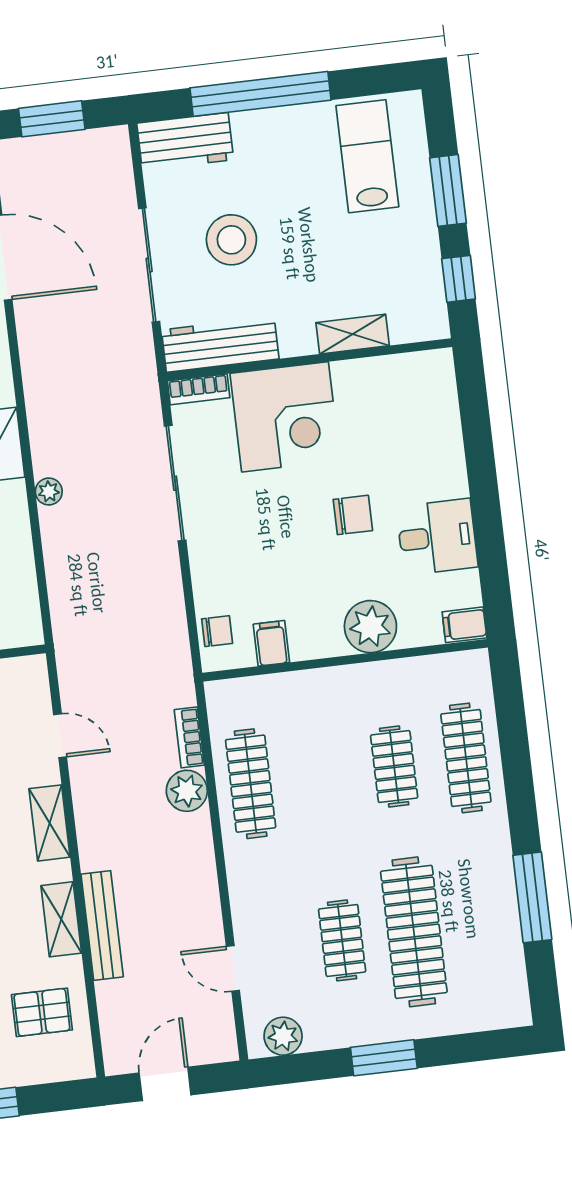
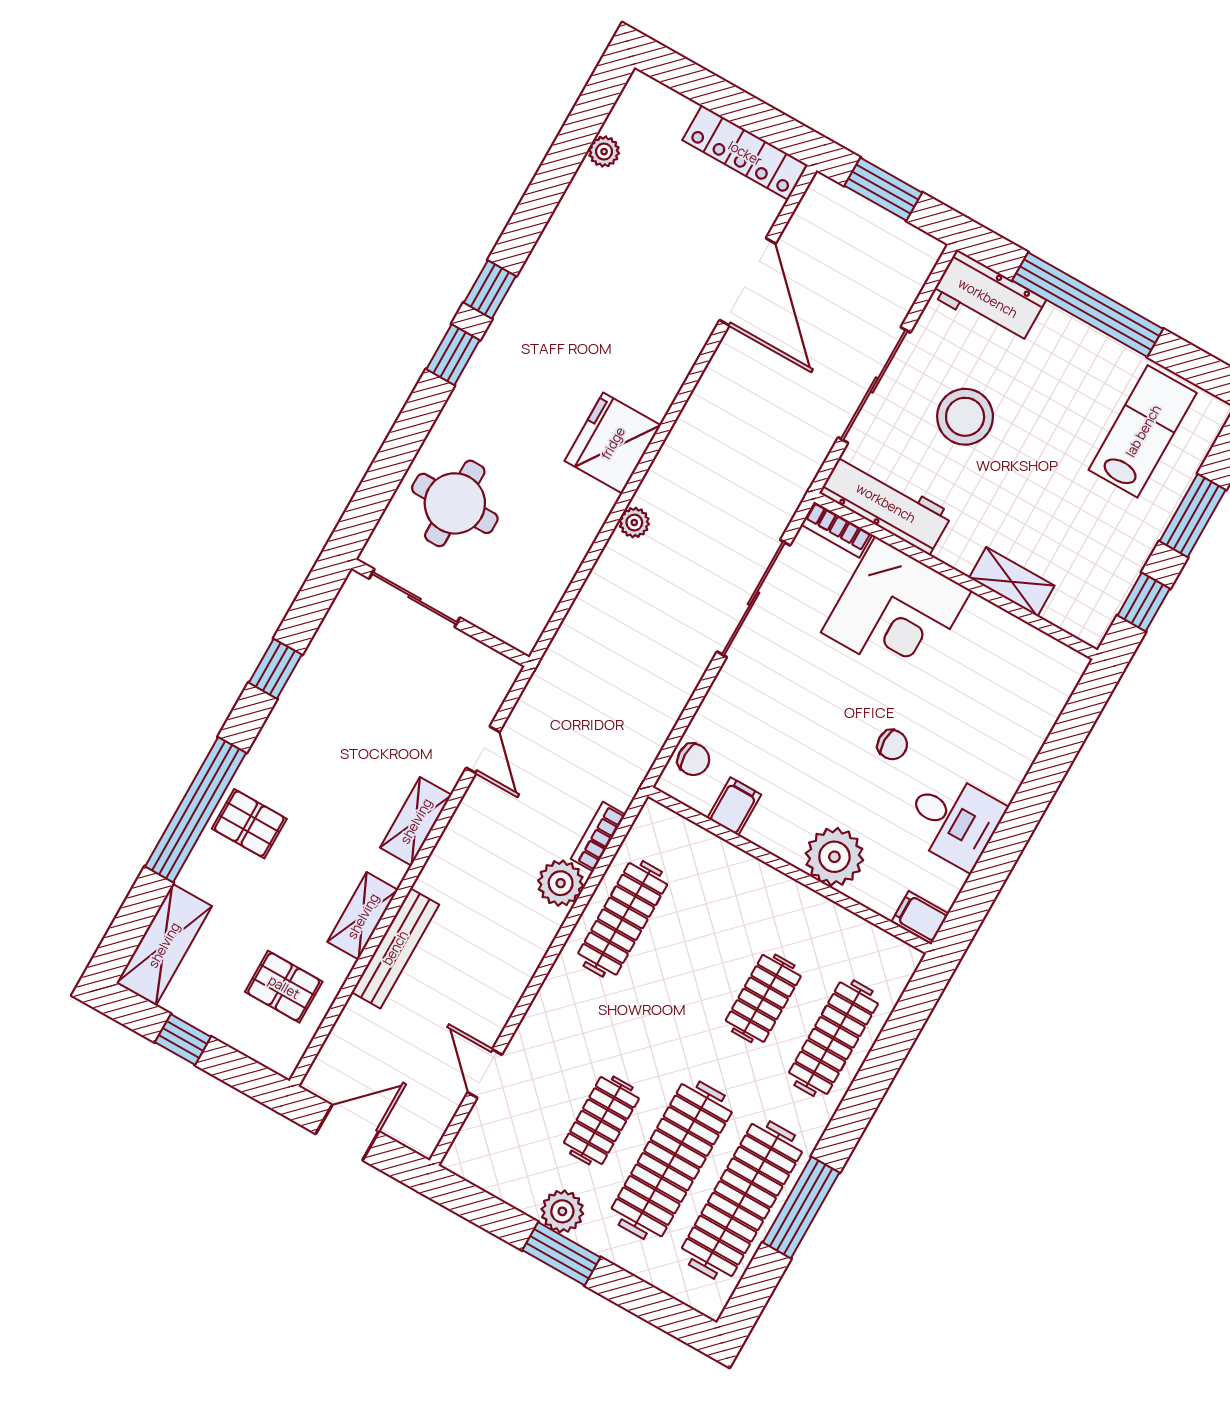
chair: (353, 515) -> (892, 745), width x0.73, depth x0.73
clothes rail: (486, 923) -> (742, 1200), added
plant: (283, 1036) -> (562, 1211), moved

